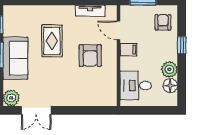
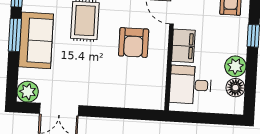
filing cabinet: (128, 50) -> (183, 46), width x2.00

